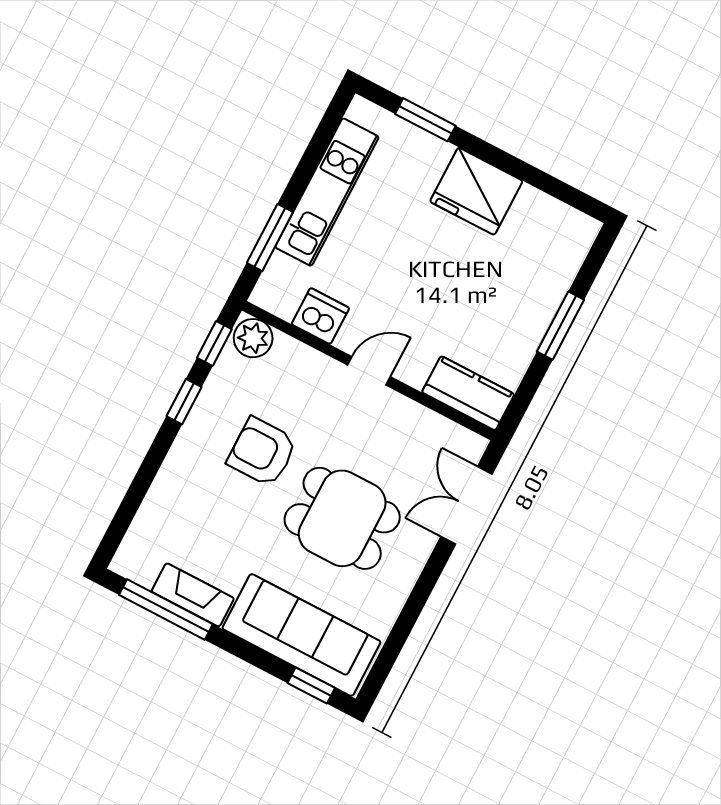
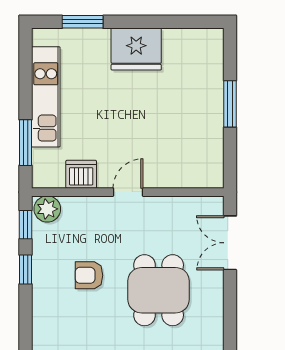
kitchen counter: (468, 393) -> (195, 174), removed
armchair: (262, 452) -> (89, 275), width x0.72, depth x0.72
dining table: (342, 518) -> (159, 290), turned 90

